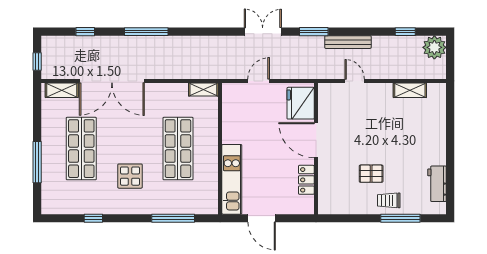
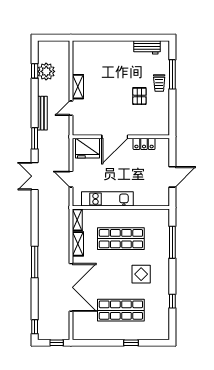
window: (85, 32) -> (35, 327), moved
plant: (434, 47) -> (46, 71), moved
shelving: (62, 90) -> (78, 244), moved
shelving: (410, 90) -> (78, 87), moved
window: (37, 162) -> (131, 343), width x0.46
kitchen unit: (232, 179) -> (107, 199), moved

